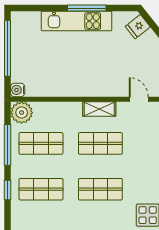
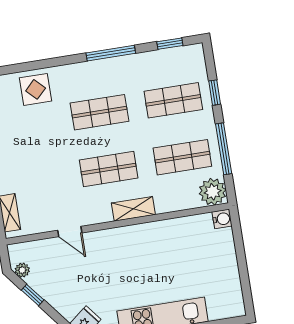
window: (8, 48) -> (243, 269), removed
shelving: (99, 109) -> (133, 209), moved

